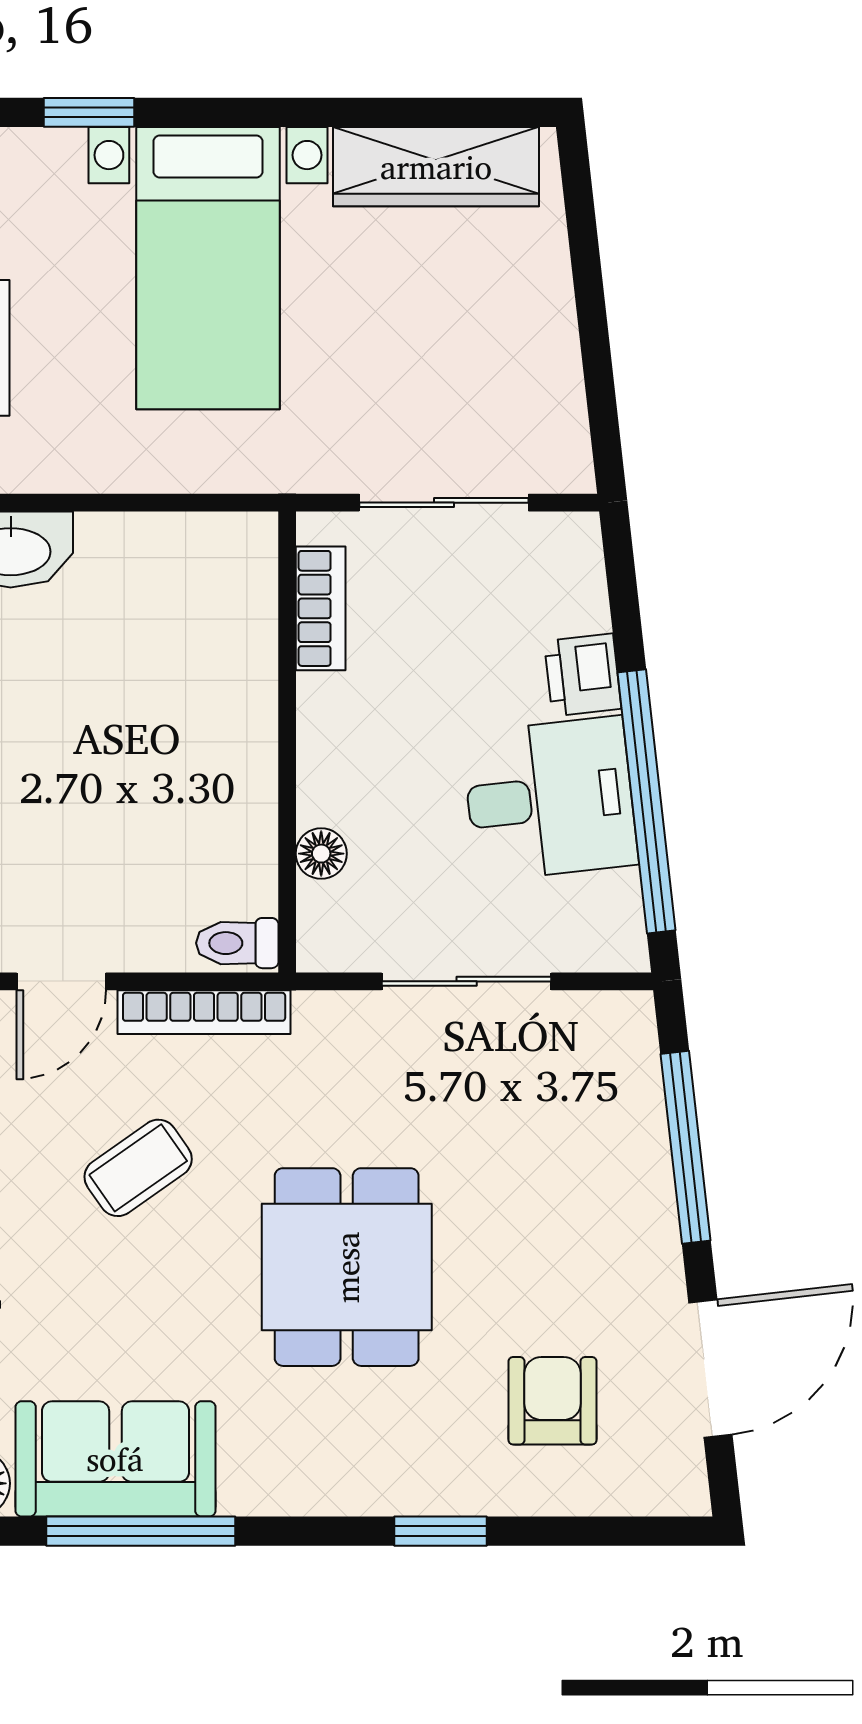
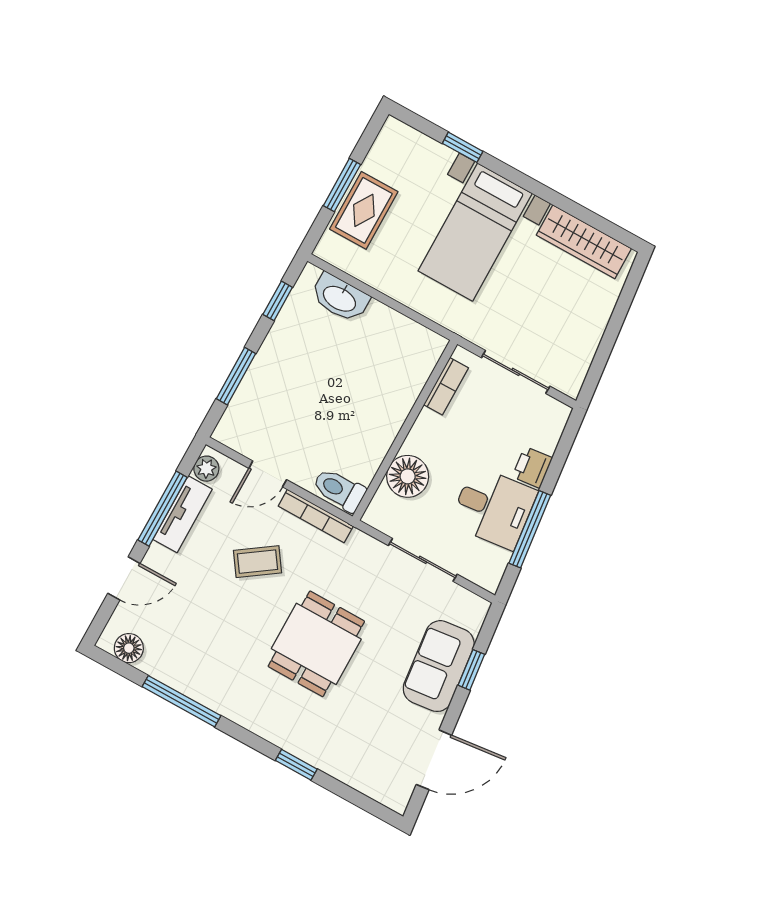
window: (647, 801) -> (530, 529), width x0.68
floor lamp: (321, 854) -> (408, 476), width x1.89, depth x1.89
toilet: (237, 943) -> (339, 490), width x1.37, depth x1.39
window: (685, 1147) -> (471, 670), width x0.46
armchair: (552, 1401) -> (367, 739), removed
sofa: (115, 1459) -> (439, 666), moved, turned -96

